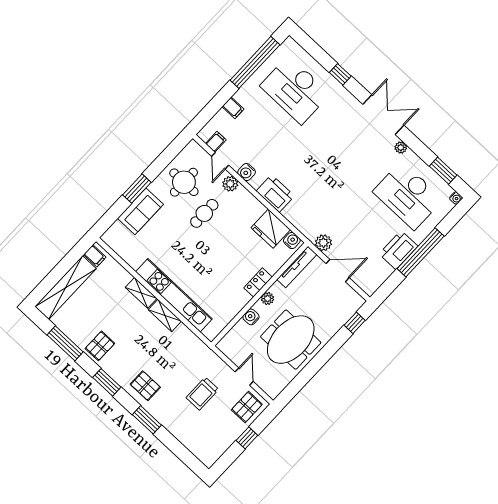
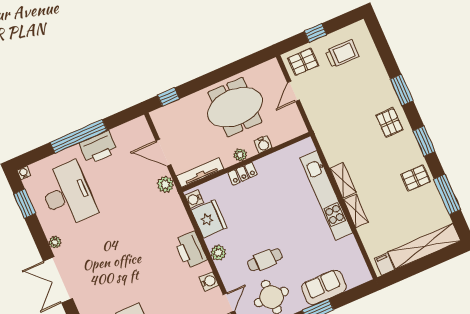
plant: (230, 184) -> (218, 253), moved
trolley: (202, 394) -> (342, 54), moved

